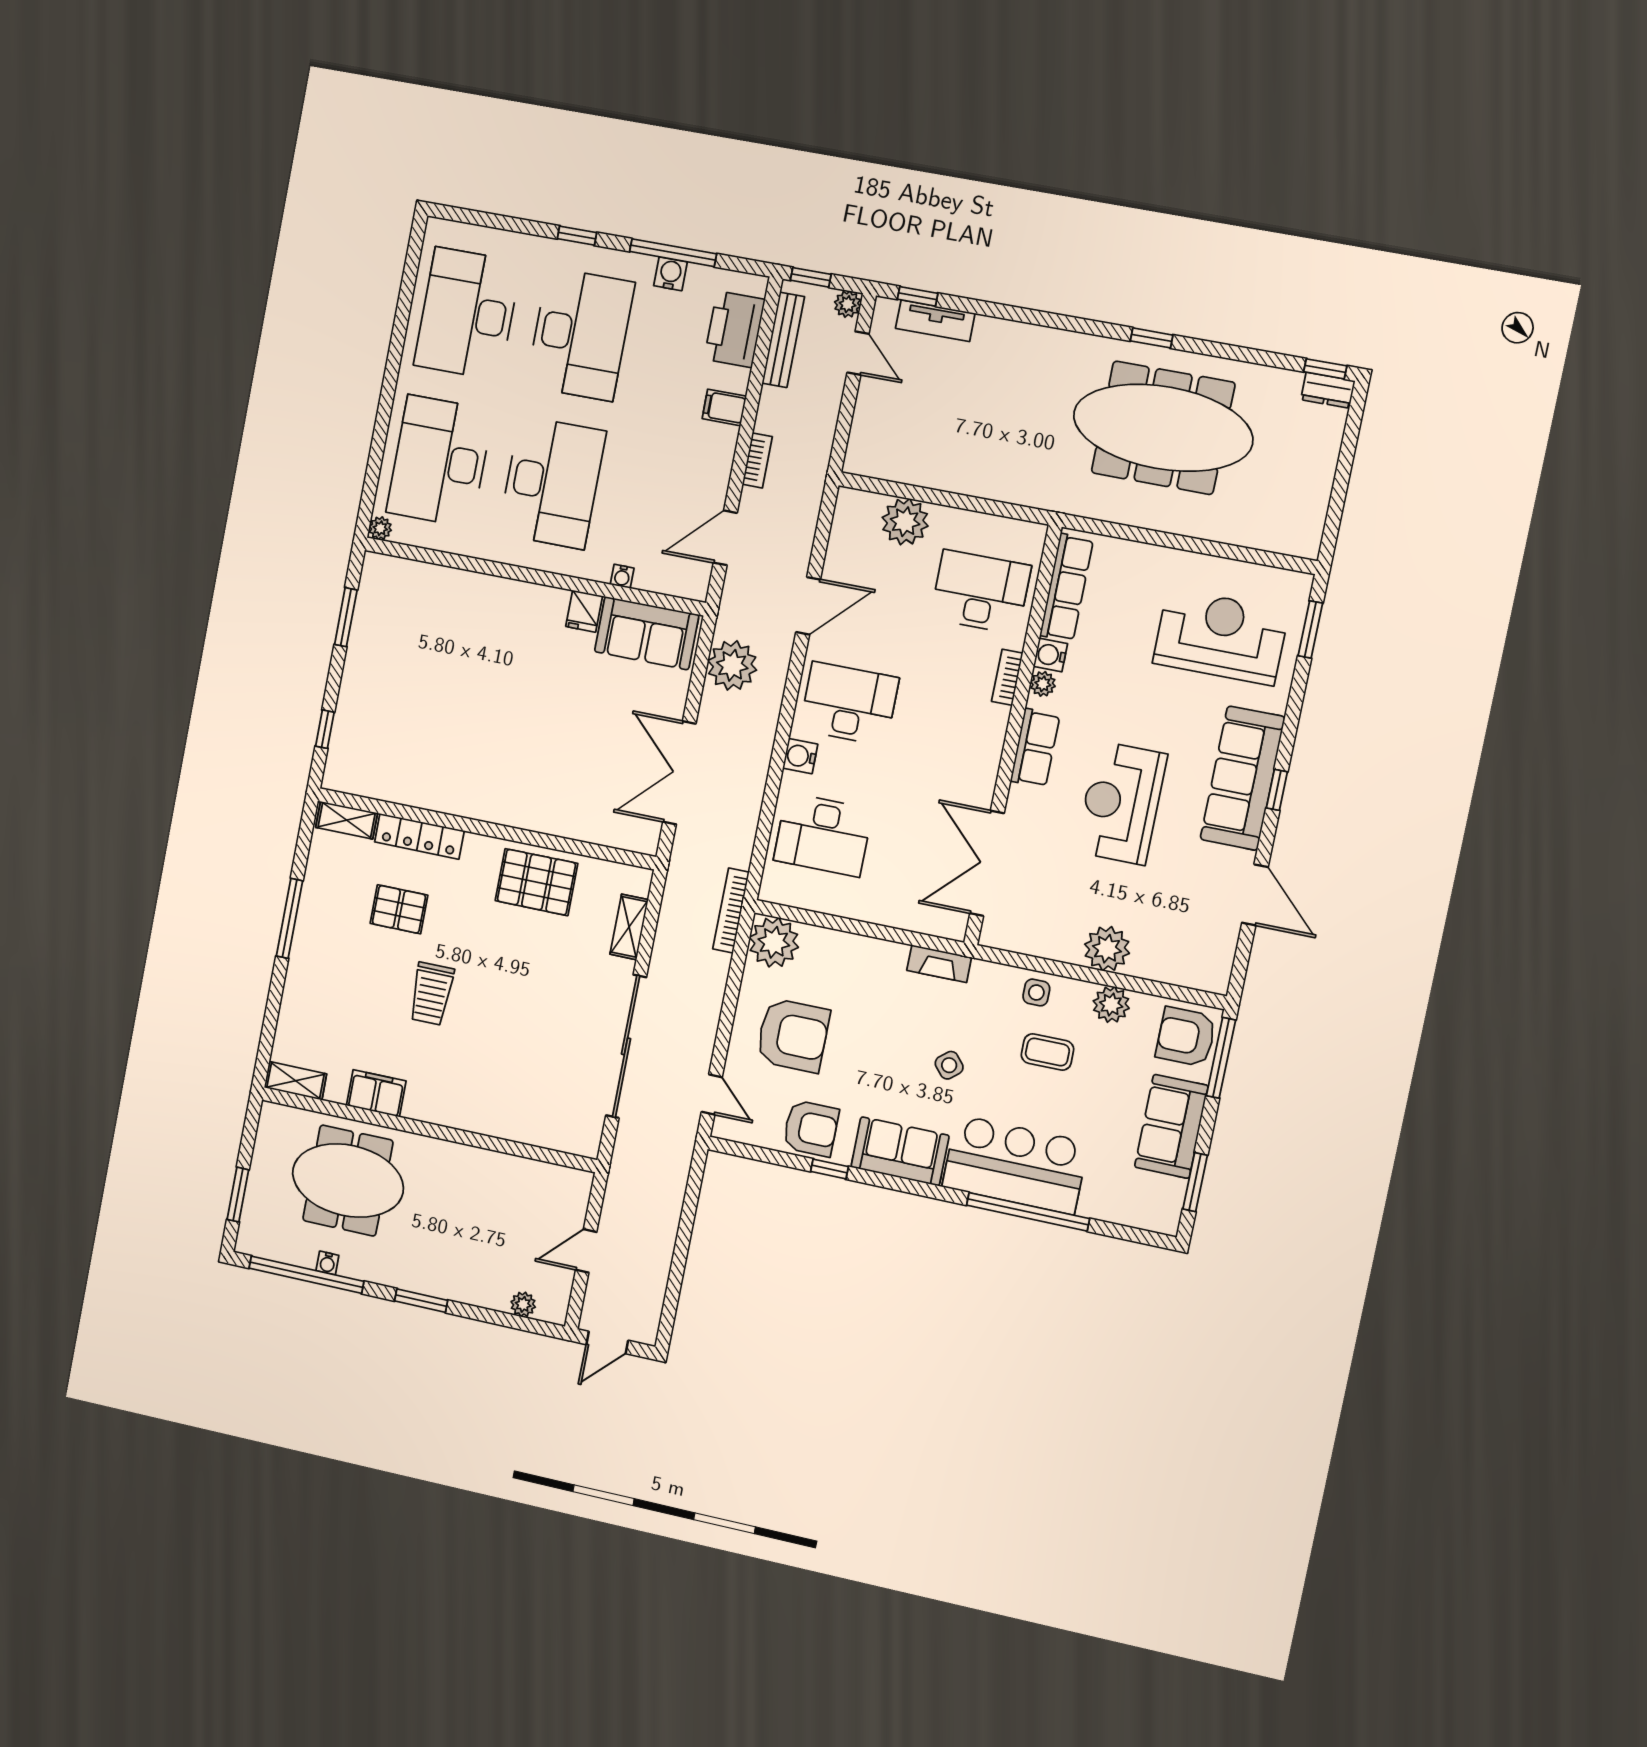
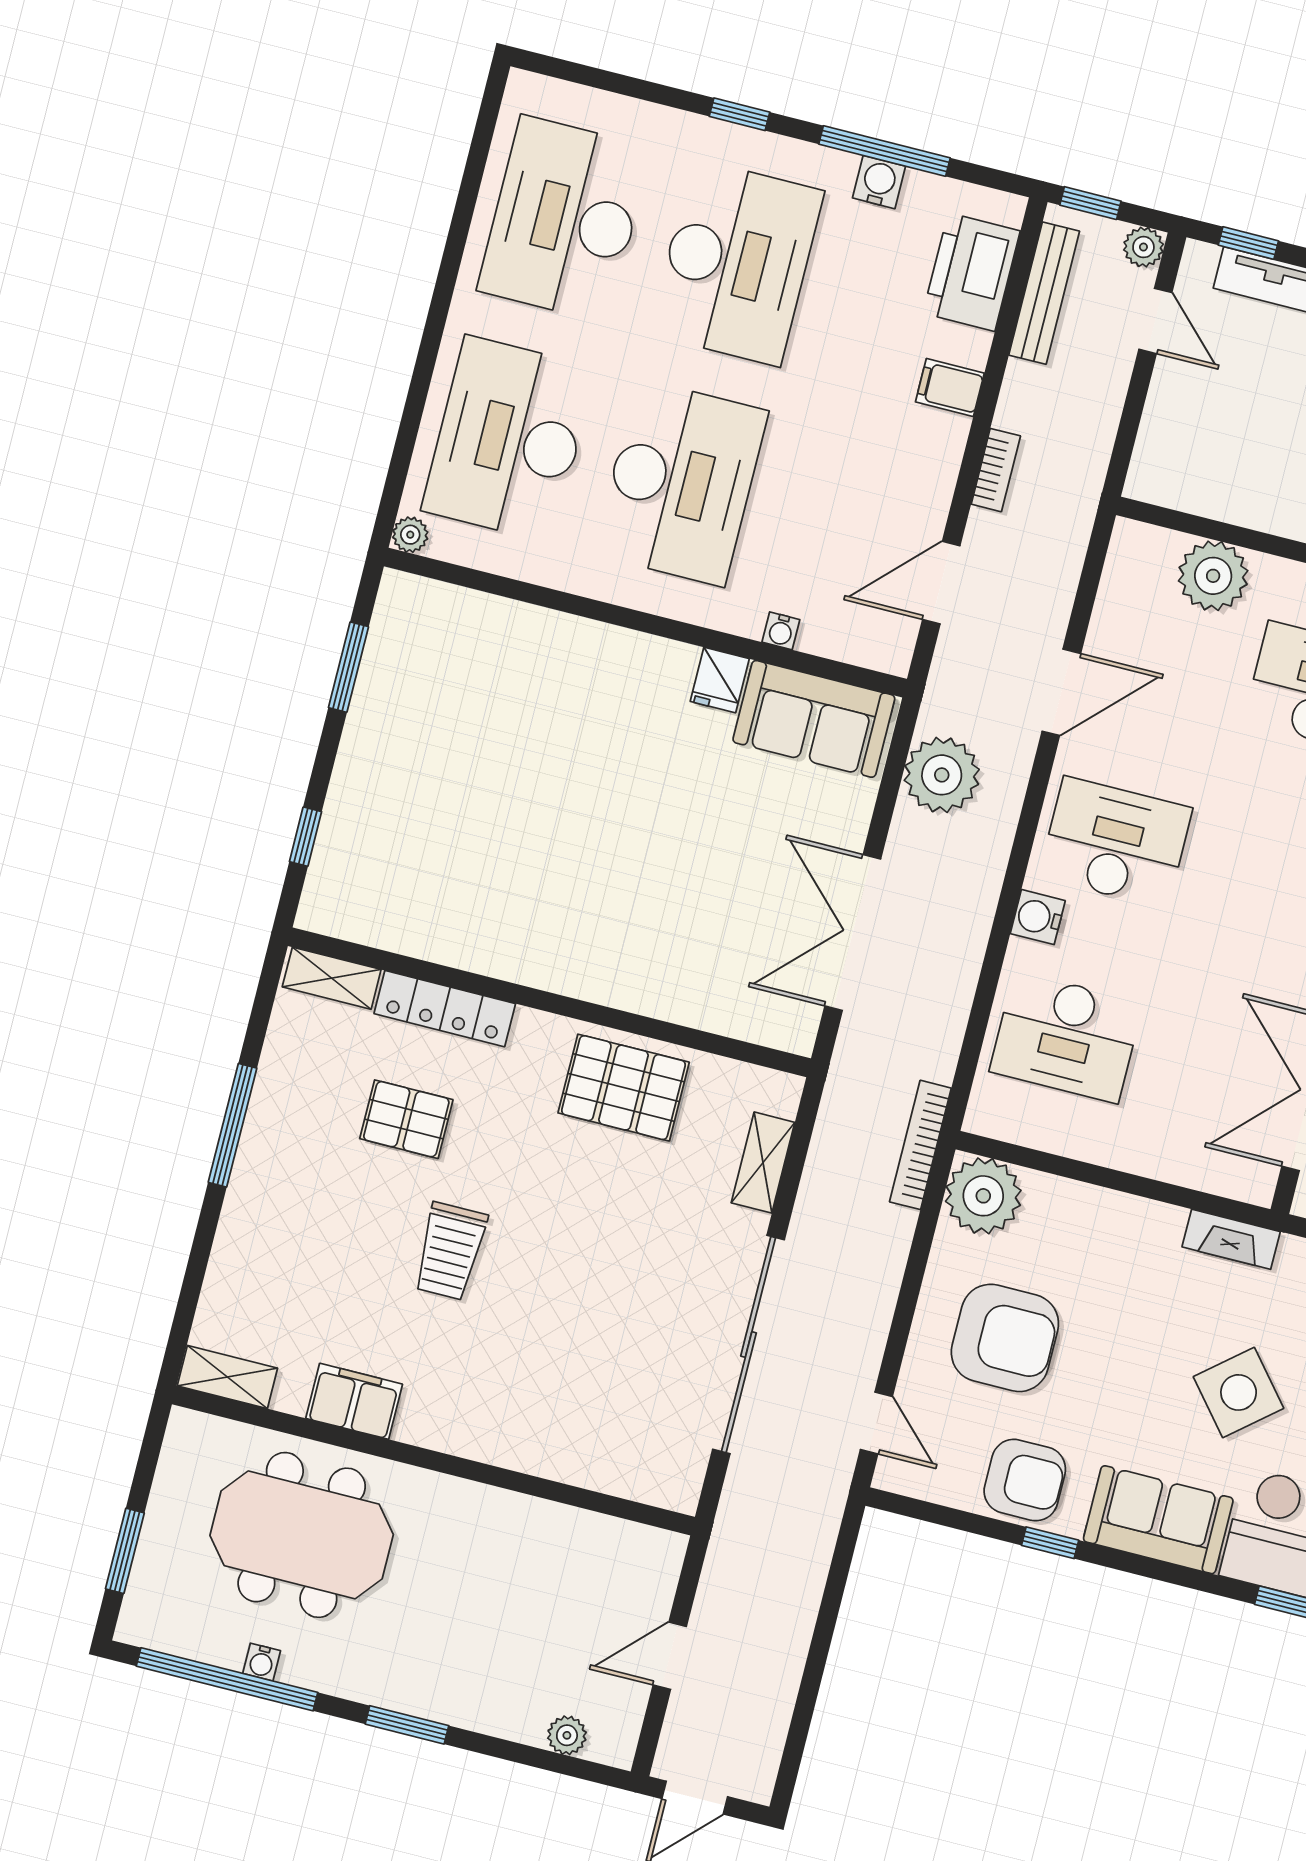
side table: (949, 1065) -> (1239, 1392), width x1.87, depth x1.87

